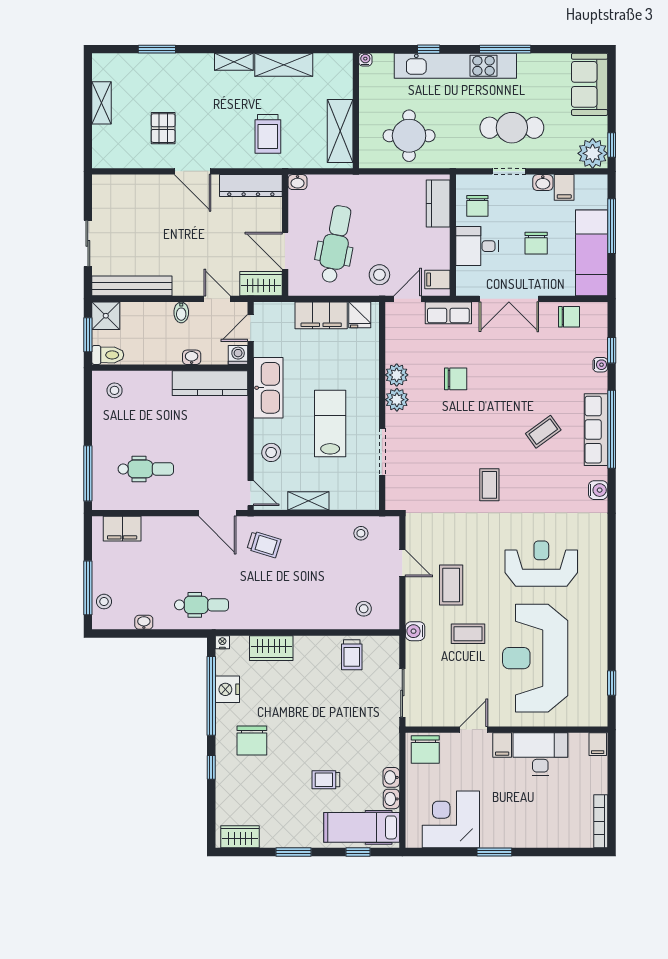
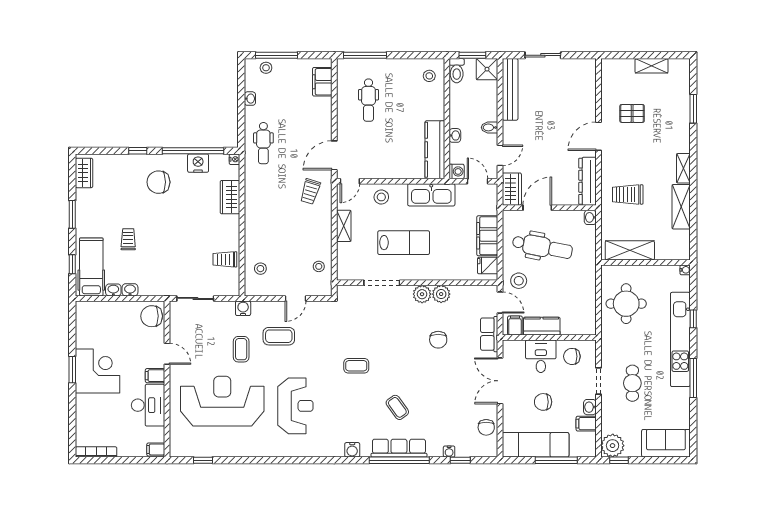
cafe table: (512, 128) -> (632, 383), width x0.73, depth x0.74
kitchen counter: (438, 203) -> (542, 326), moved
corner desk: (451, 819) -> (98, 371), moved

